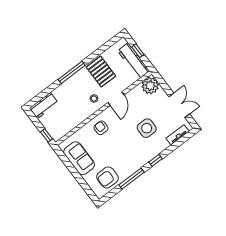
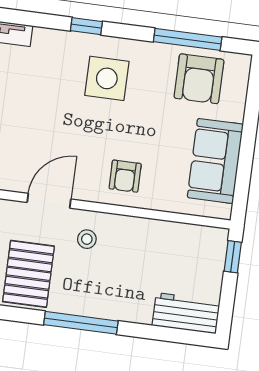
side table: (147, 128) -> (107, 78), moved
armchair: (108, 177) -> (199, 79), turned 90
window: (131, 179) -> (188, 39), moved

